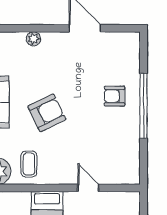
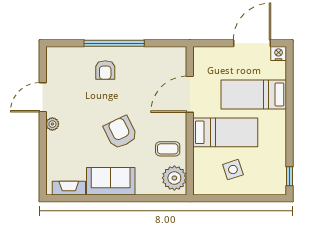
plant: (33, 39) -> (52, 124), moved
door: (88, 188) -> (190, 94), width x1.87

